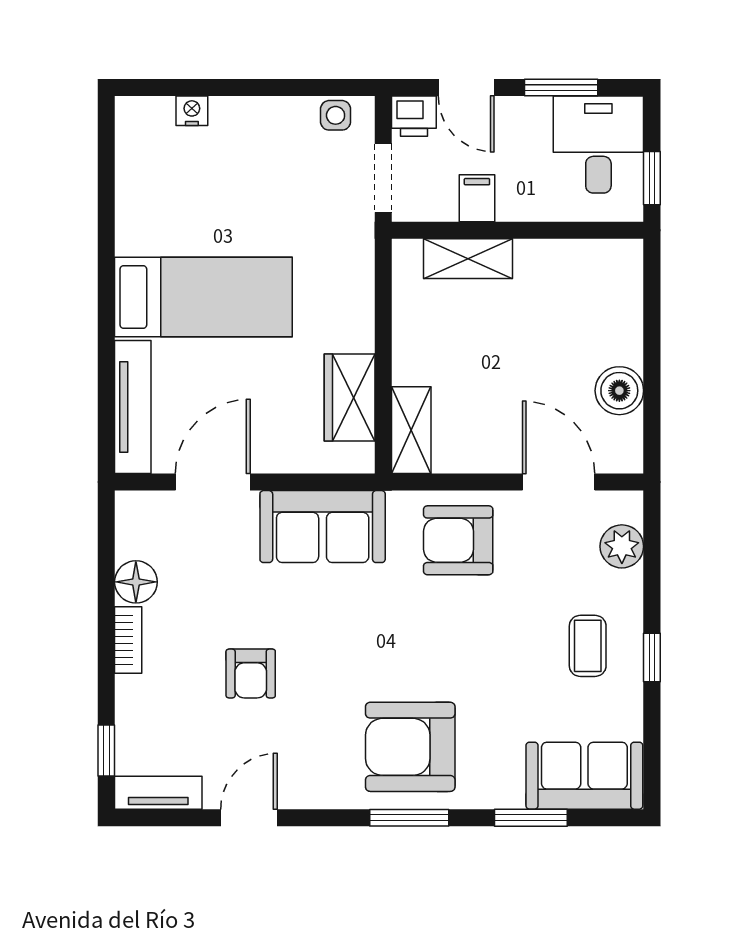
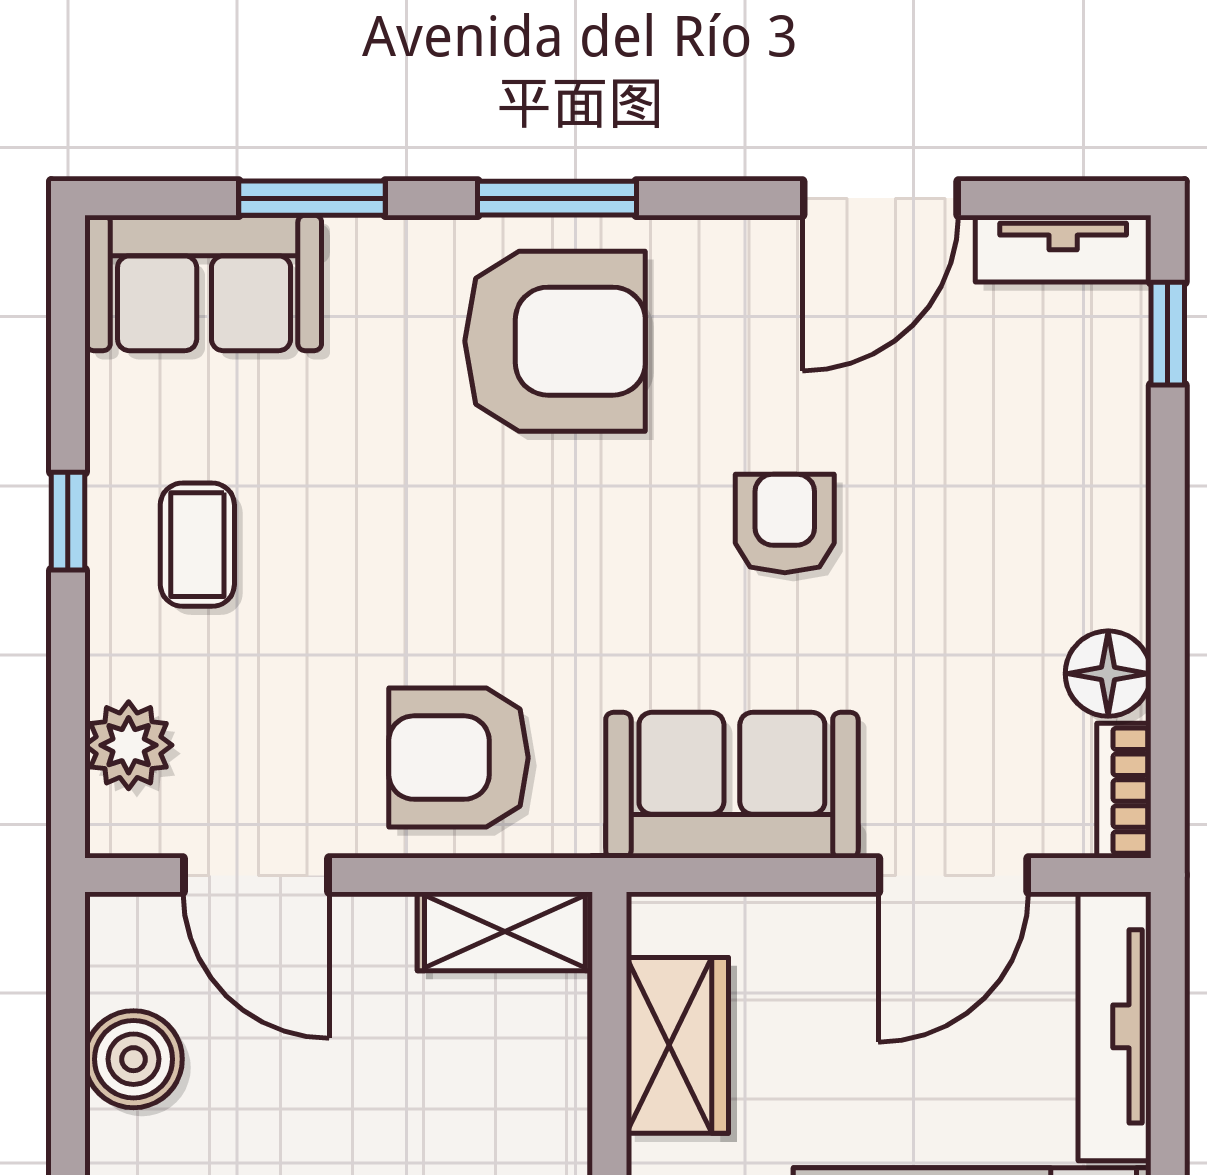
shelving: (411, 430) -> (505, 931), moved, turned 90
armchair: (458, 540) -> (459, 758), turned 180
bookcase: (128, 640) -> (1124, 791), moved
armchair: (251, 673) -> (785, 524), moved
door: (249, 818) -> (880, 198), width x1.38

